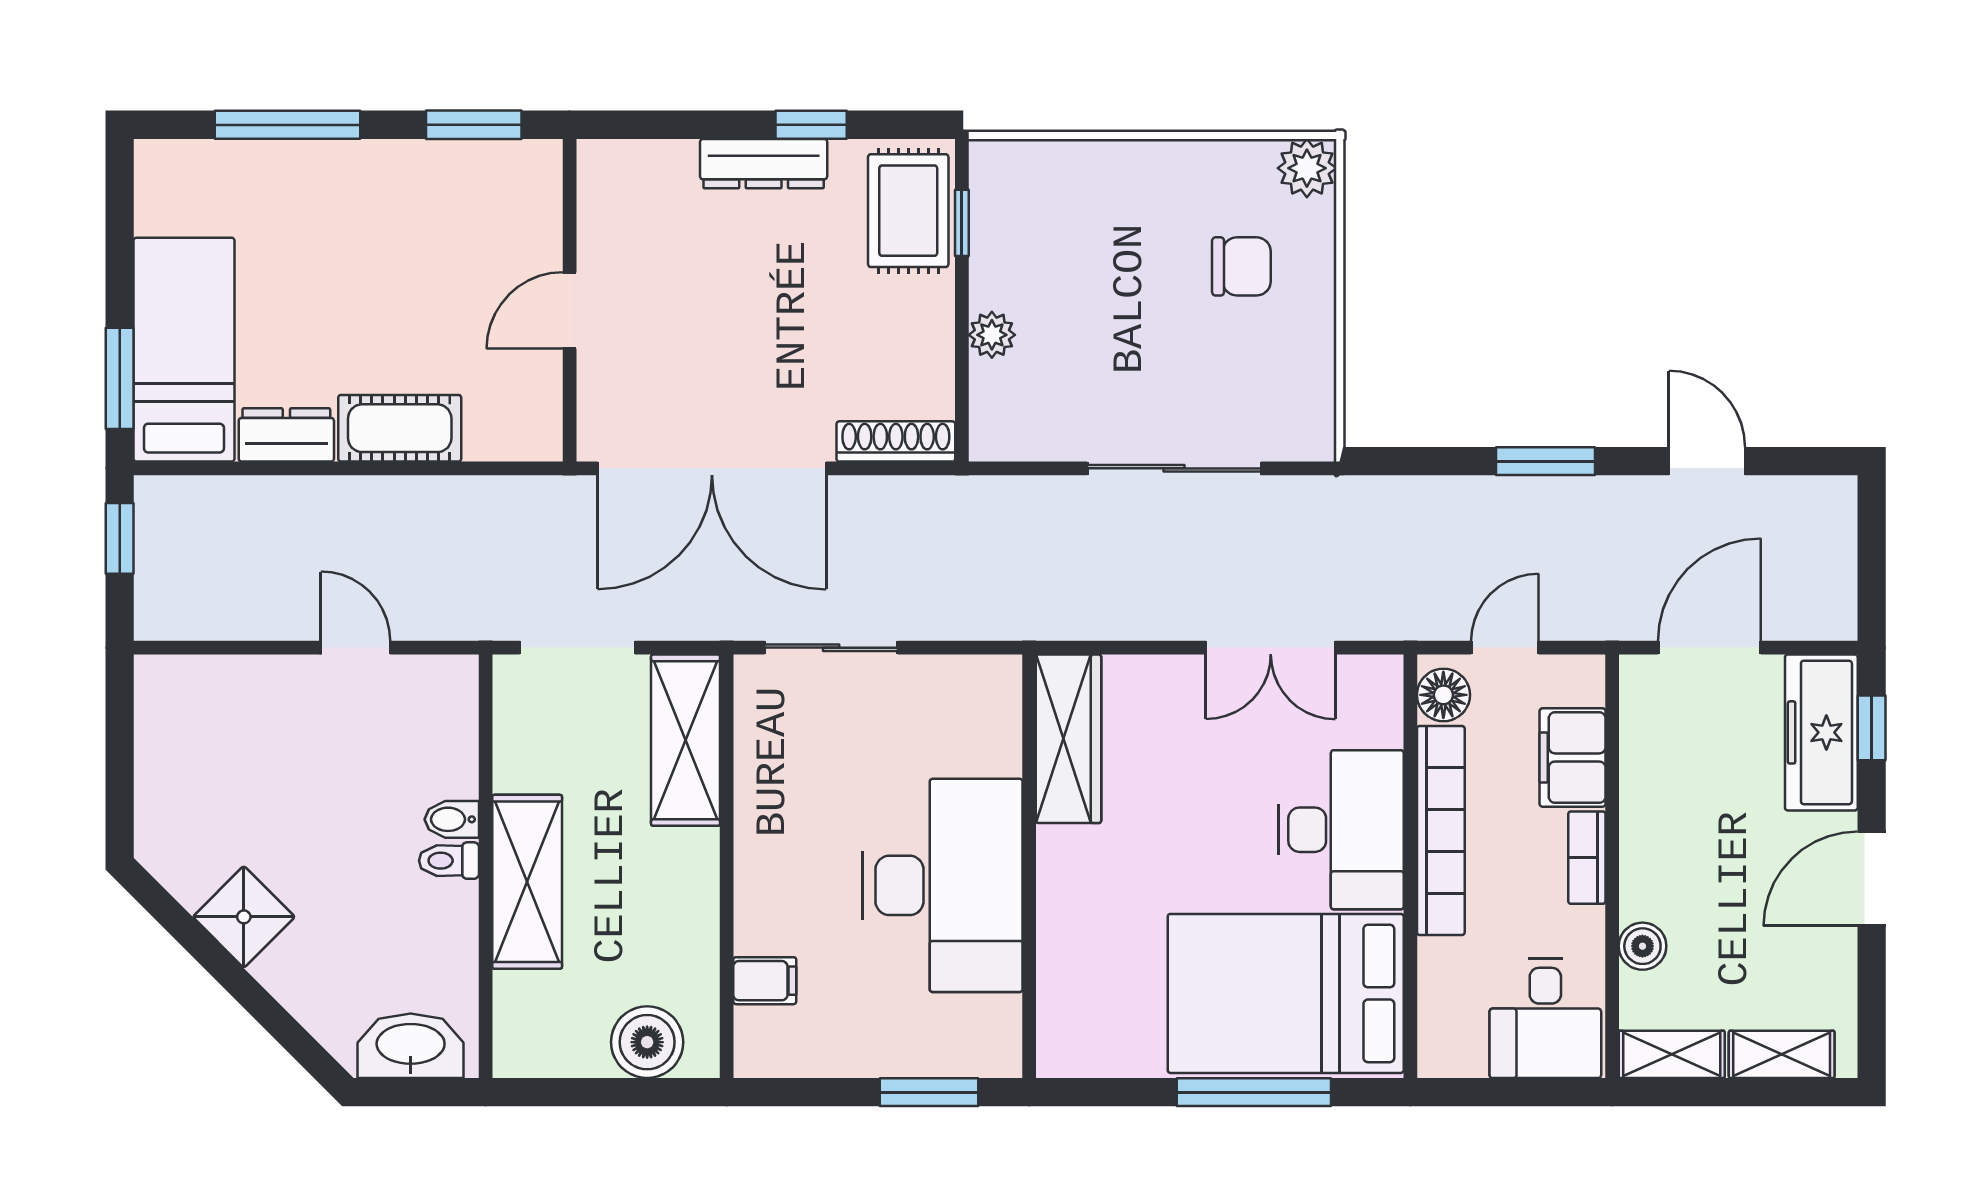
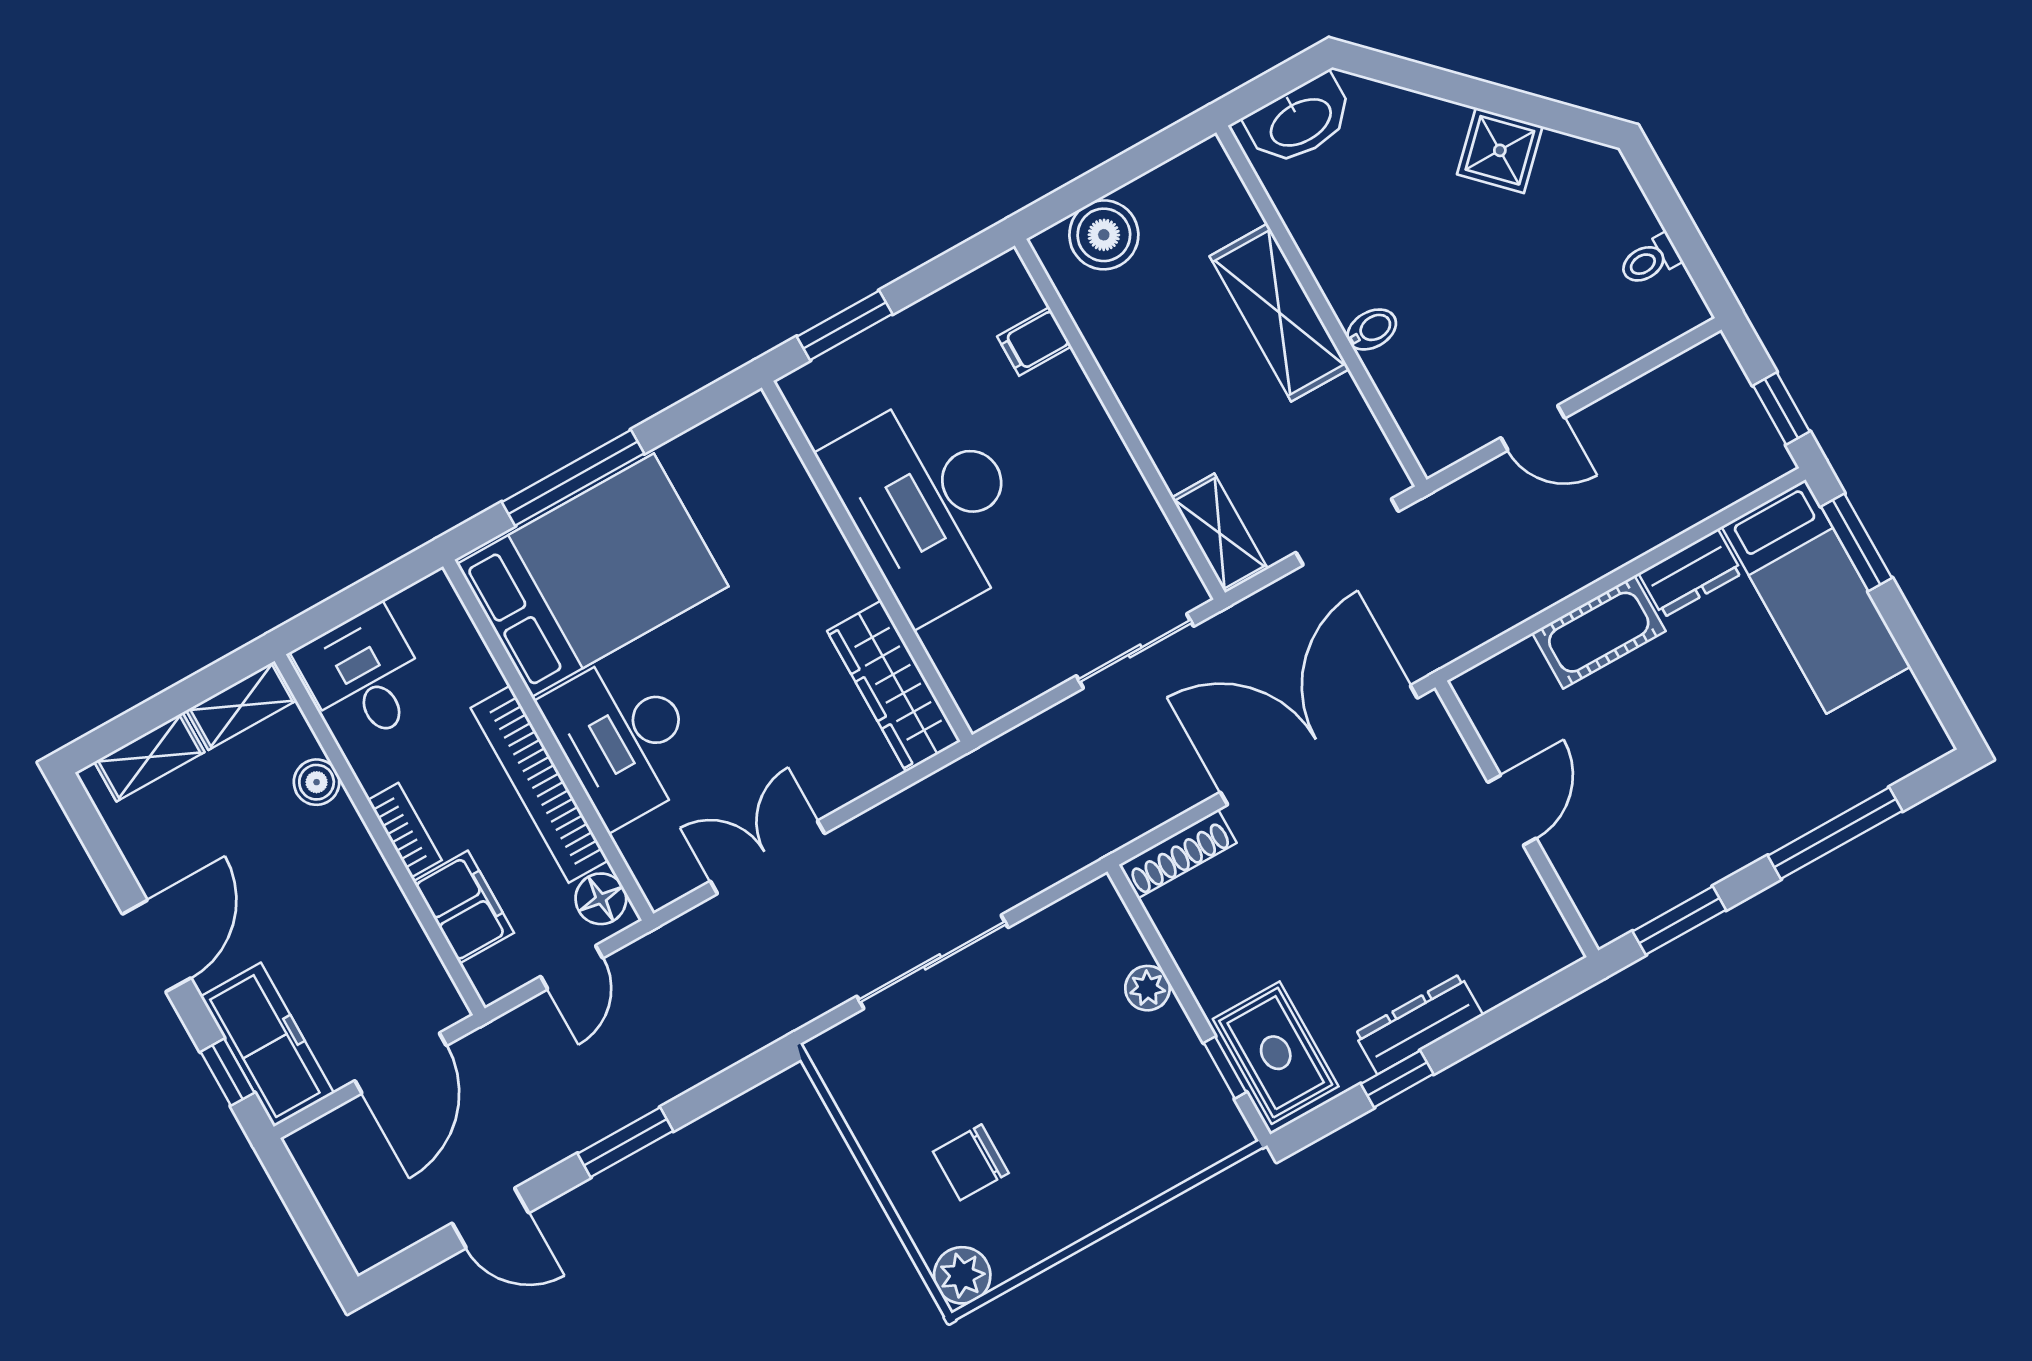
shelving: (686, 740) -> (1220, 533), width x0.67, depth x0.75
toilet: (449, 861) -> (1650, 260), moved, turned 180

